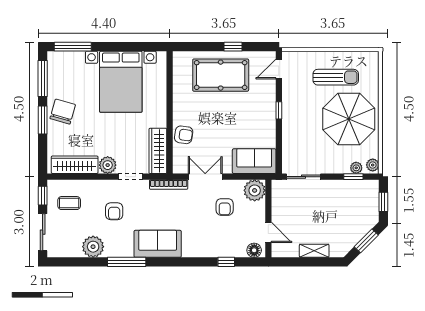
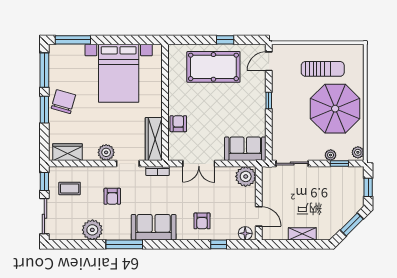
armchair: (184, 135) -> (178, 124), turned -98
wardrobe: (75, 165) -> (67, 152), width x0.67
plant: (356, 168) -> (331, 155), moved
double door: (205, 177) -> (199, 163), swing flipped
bookcase: (169, 185) -> (158, 171), width x0.64
armchair: (225, 207) -> (202, 221), moved

